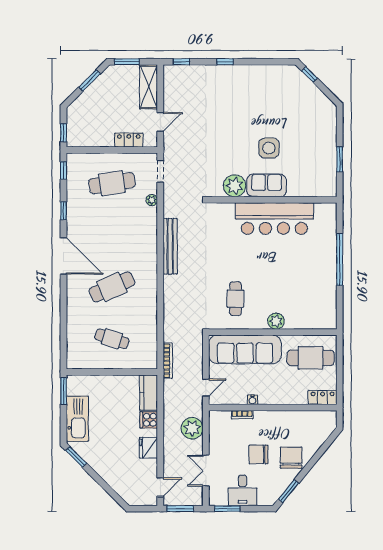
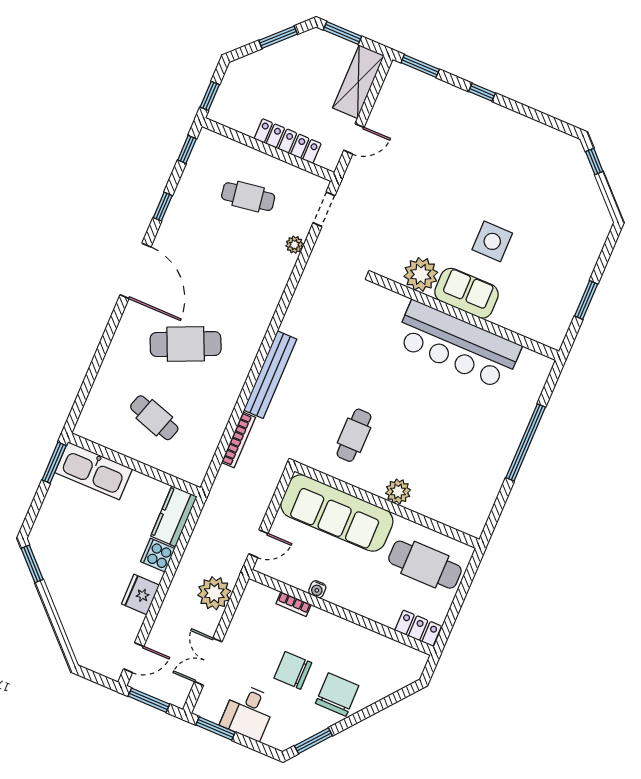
window: (182, 62) -> (420, 66), width x1.50
locker: (129, 140) -> (288, 141), width x1.53
cafe table: (112, 183) -> (248, 197), width x0.73, depth x0.74
bench: (170, 246) -> (270, 375), moved
bookcase: (168, 361) -> (238, 440), moved
kitchen sink: (77, 419) -> (94, 471), moved, turned 90

